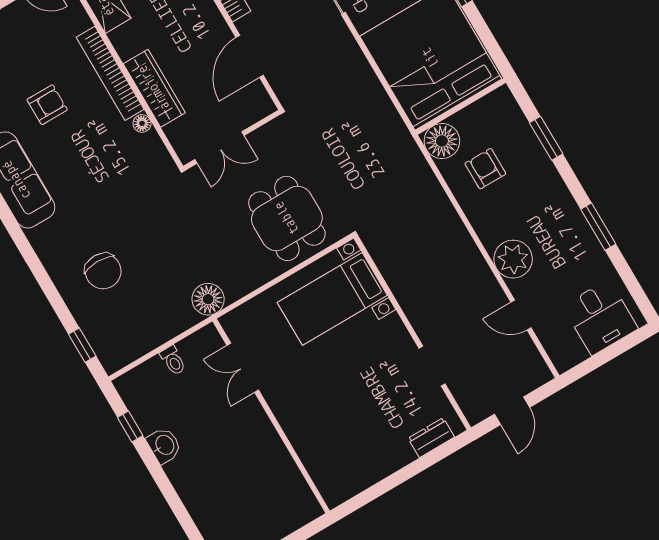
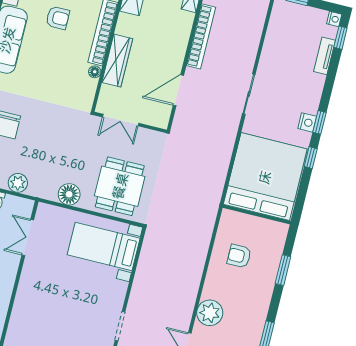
floor lamp: (442, 141) -> (231, 222), removed
armchair: (485, 169) -> (239, 256), turned -90
floor lamp: (208, 299) -> (69, 194), moved
plant: (176, 320) -> (18, 183), added

